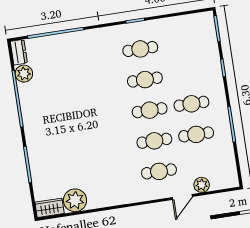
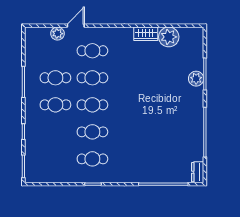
plant: (24, 74) -> (196, 79), moved
wardrobe: (50, 208) -> (146, 34), moved

